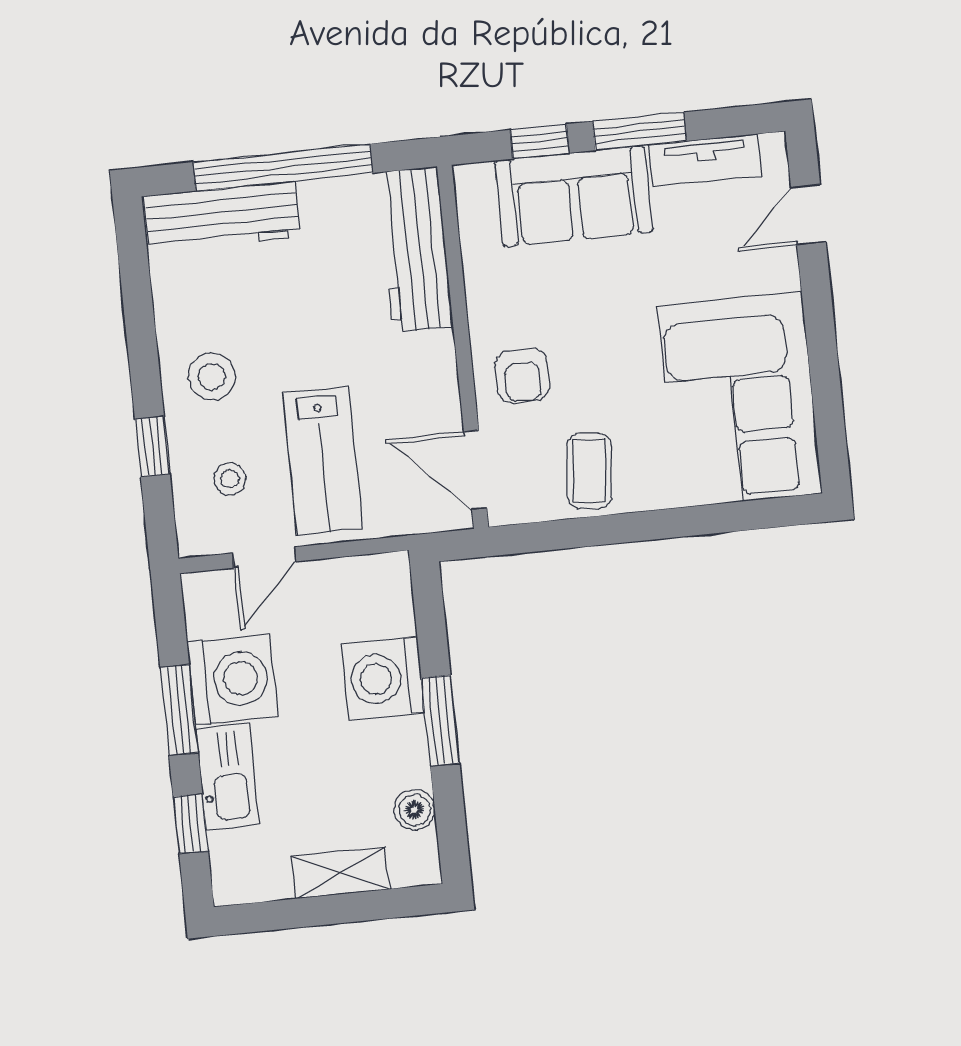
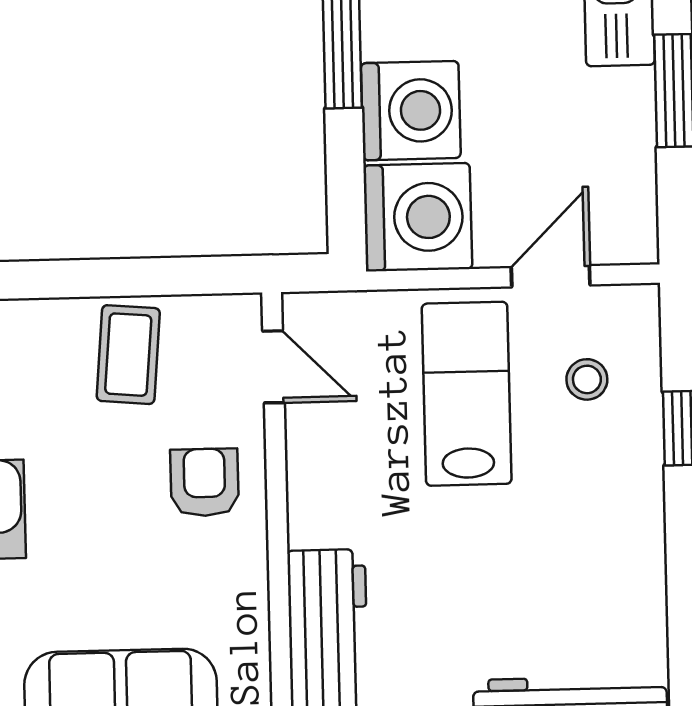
stool: (212, 376) -> (600, 512), removed
door: (475, 470) -> (273, 367), width x0.73
washing machine: (232, 679) -> (418, 217), moved, turned 180

